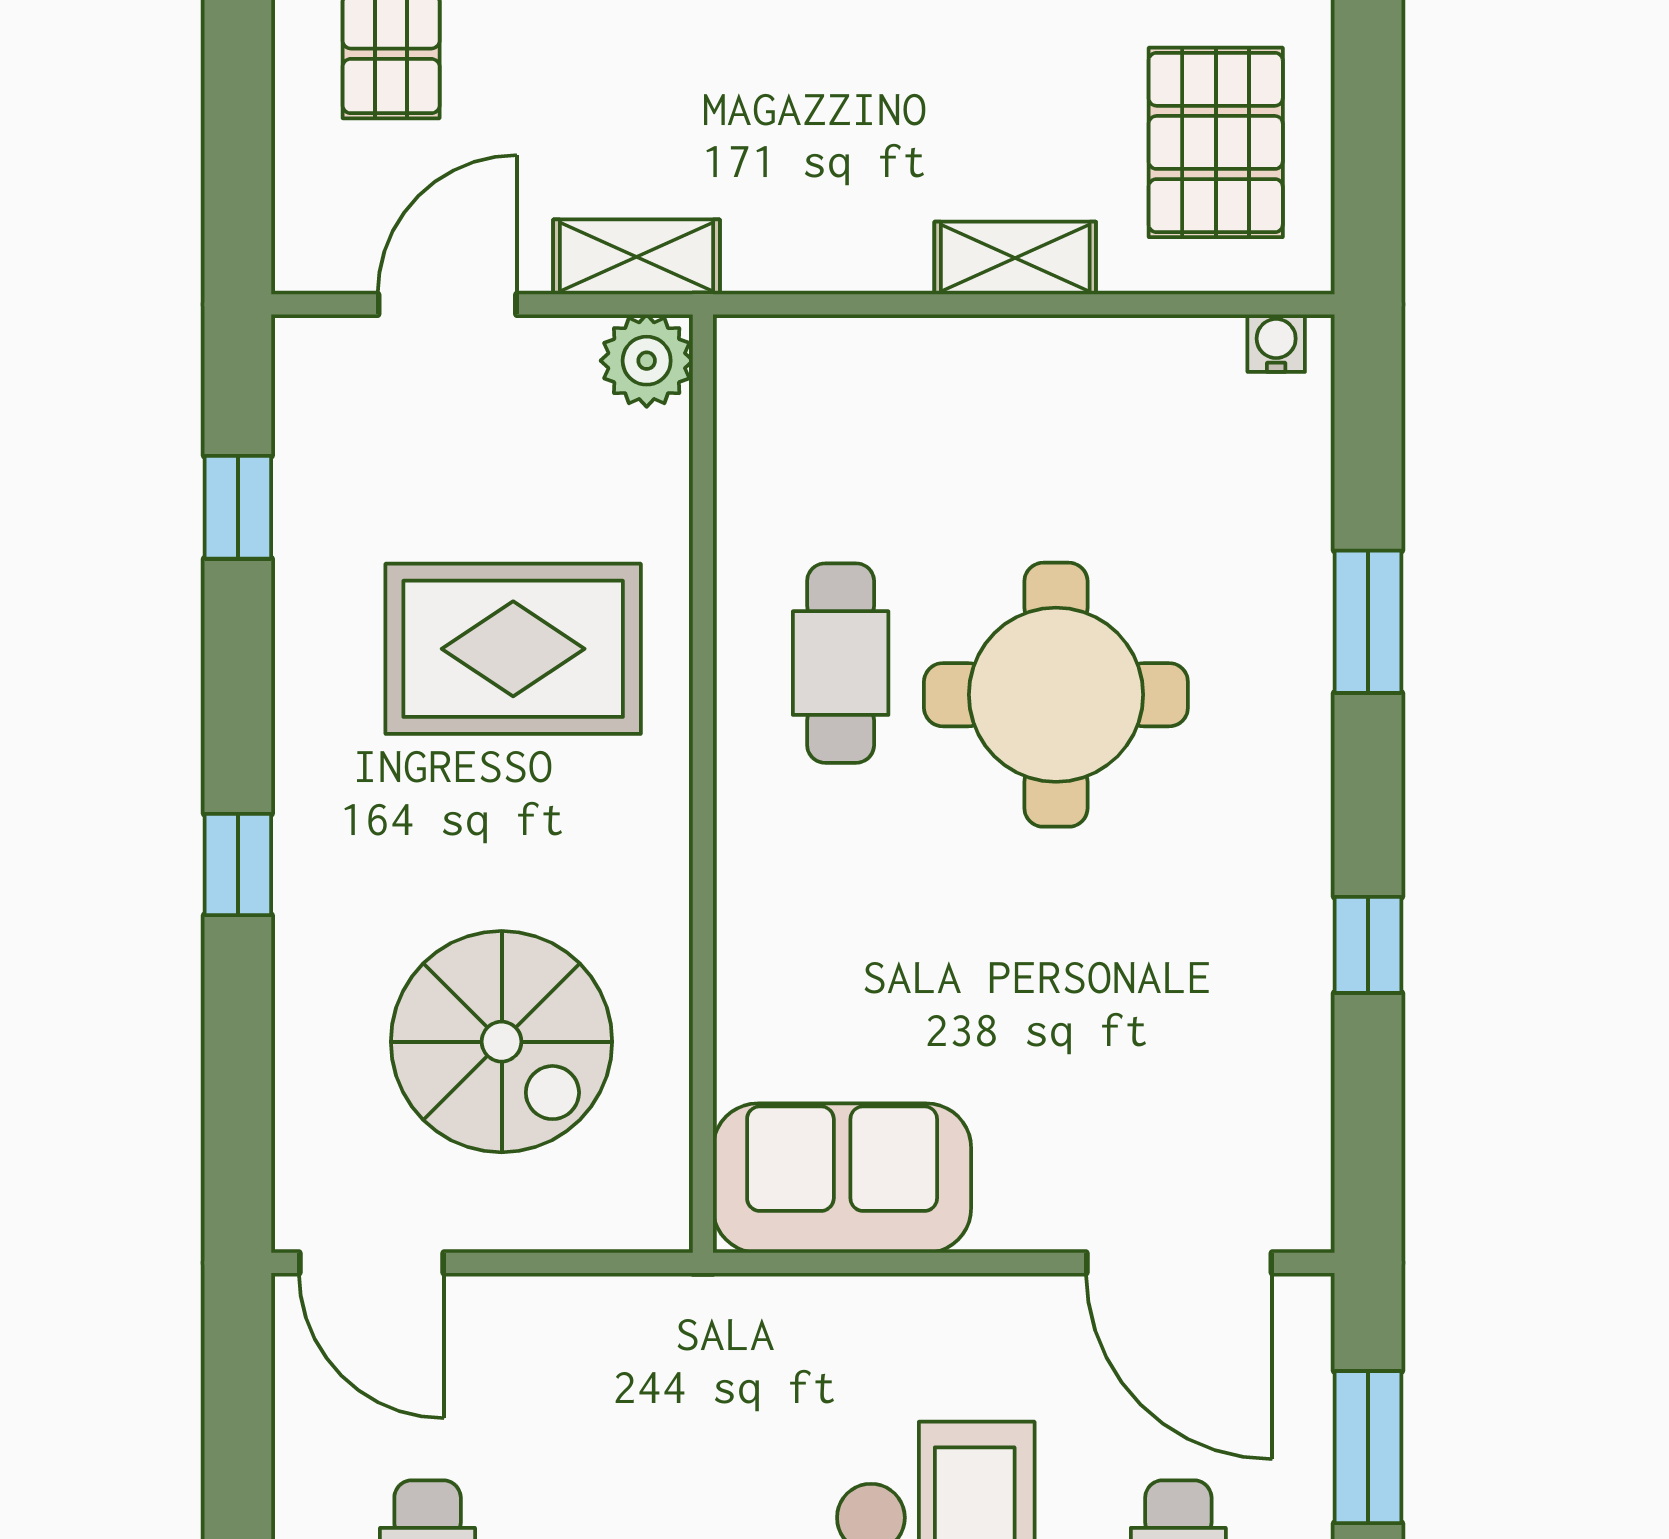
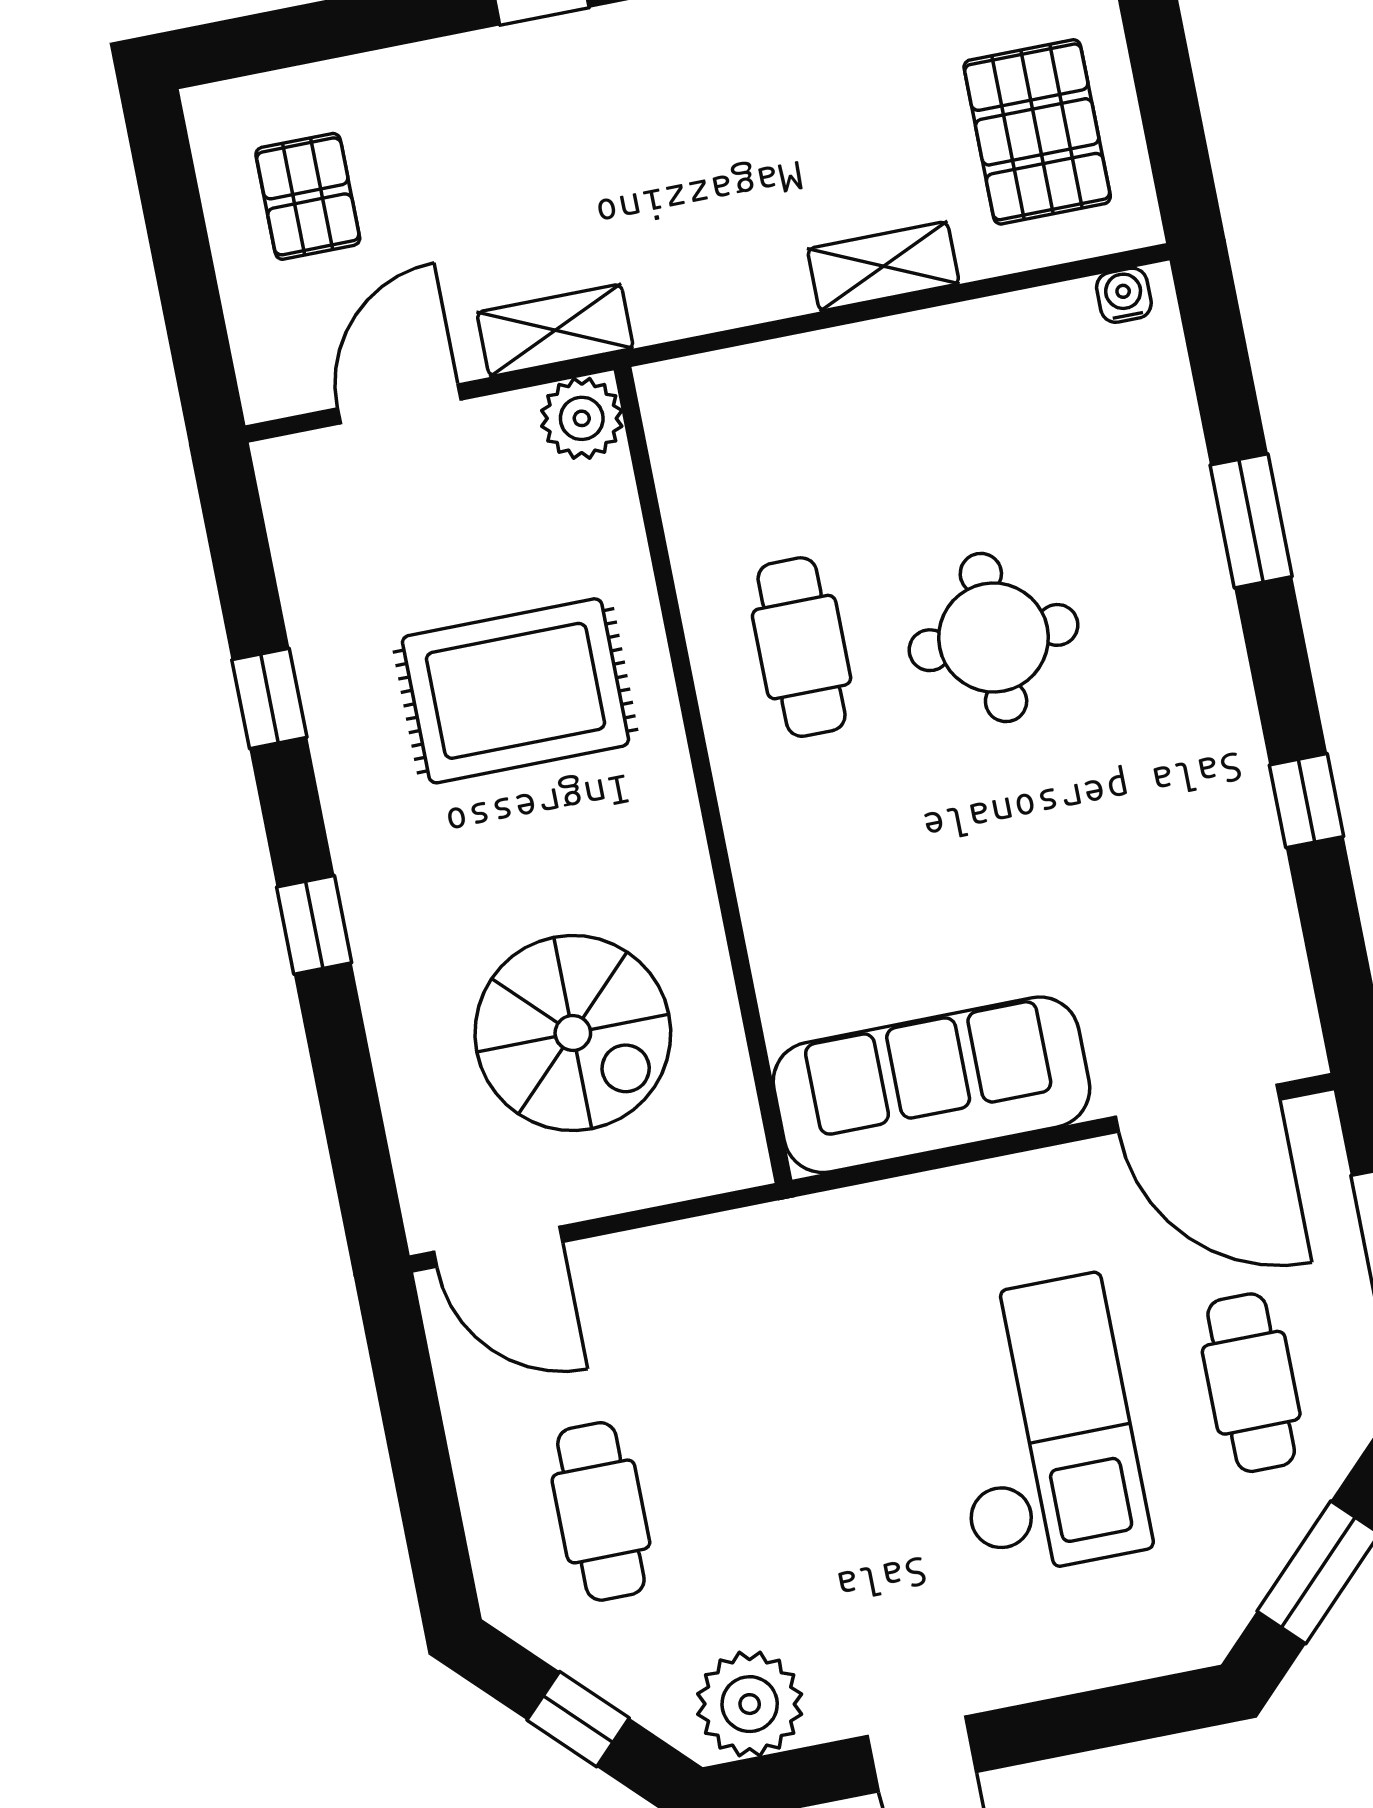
window: (238, 507) -> (269, 699), moved
round table: (1056, 695) -> (993, 638), width x0.73, depth x0.73
sofa: (842, 1178) -> (931, 1085), width x1.36

